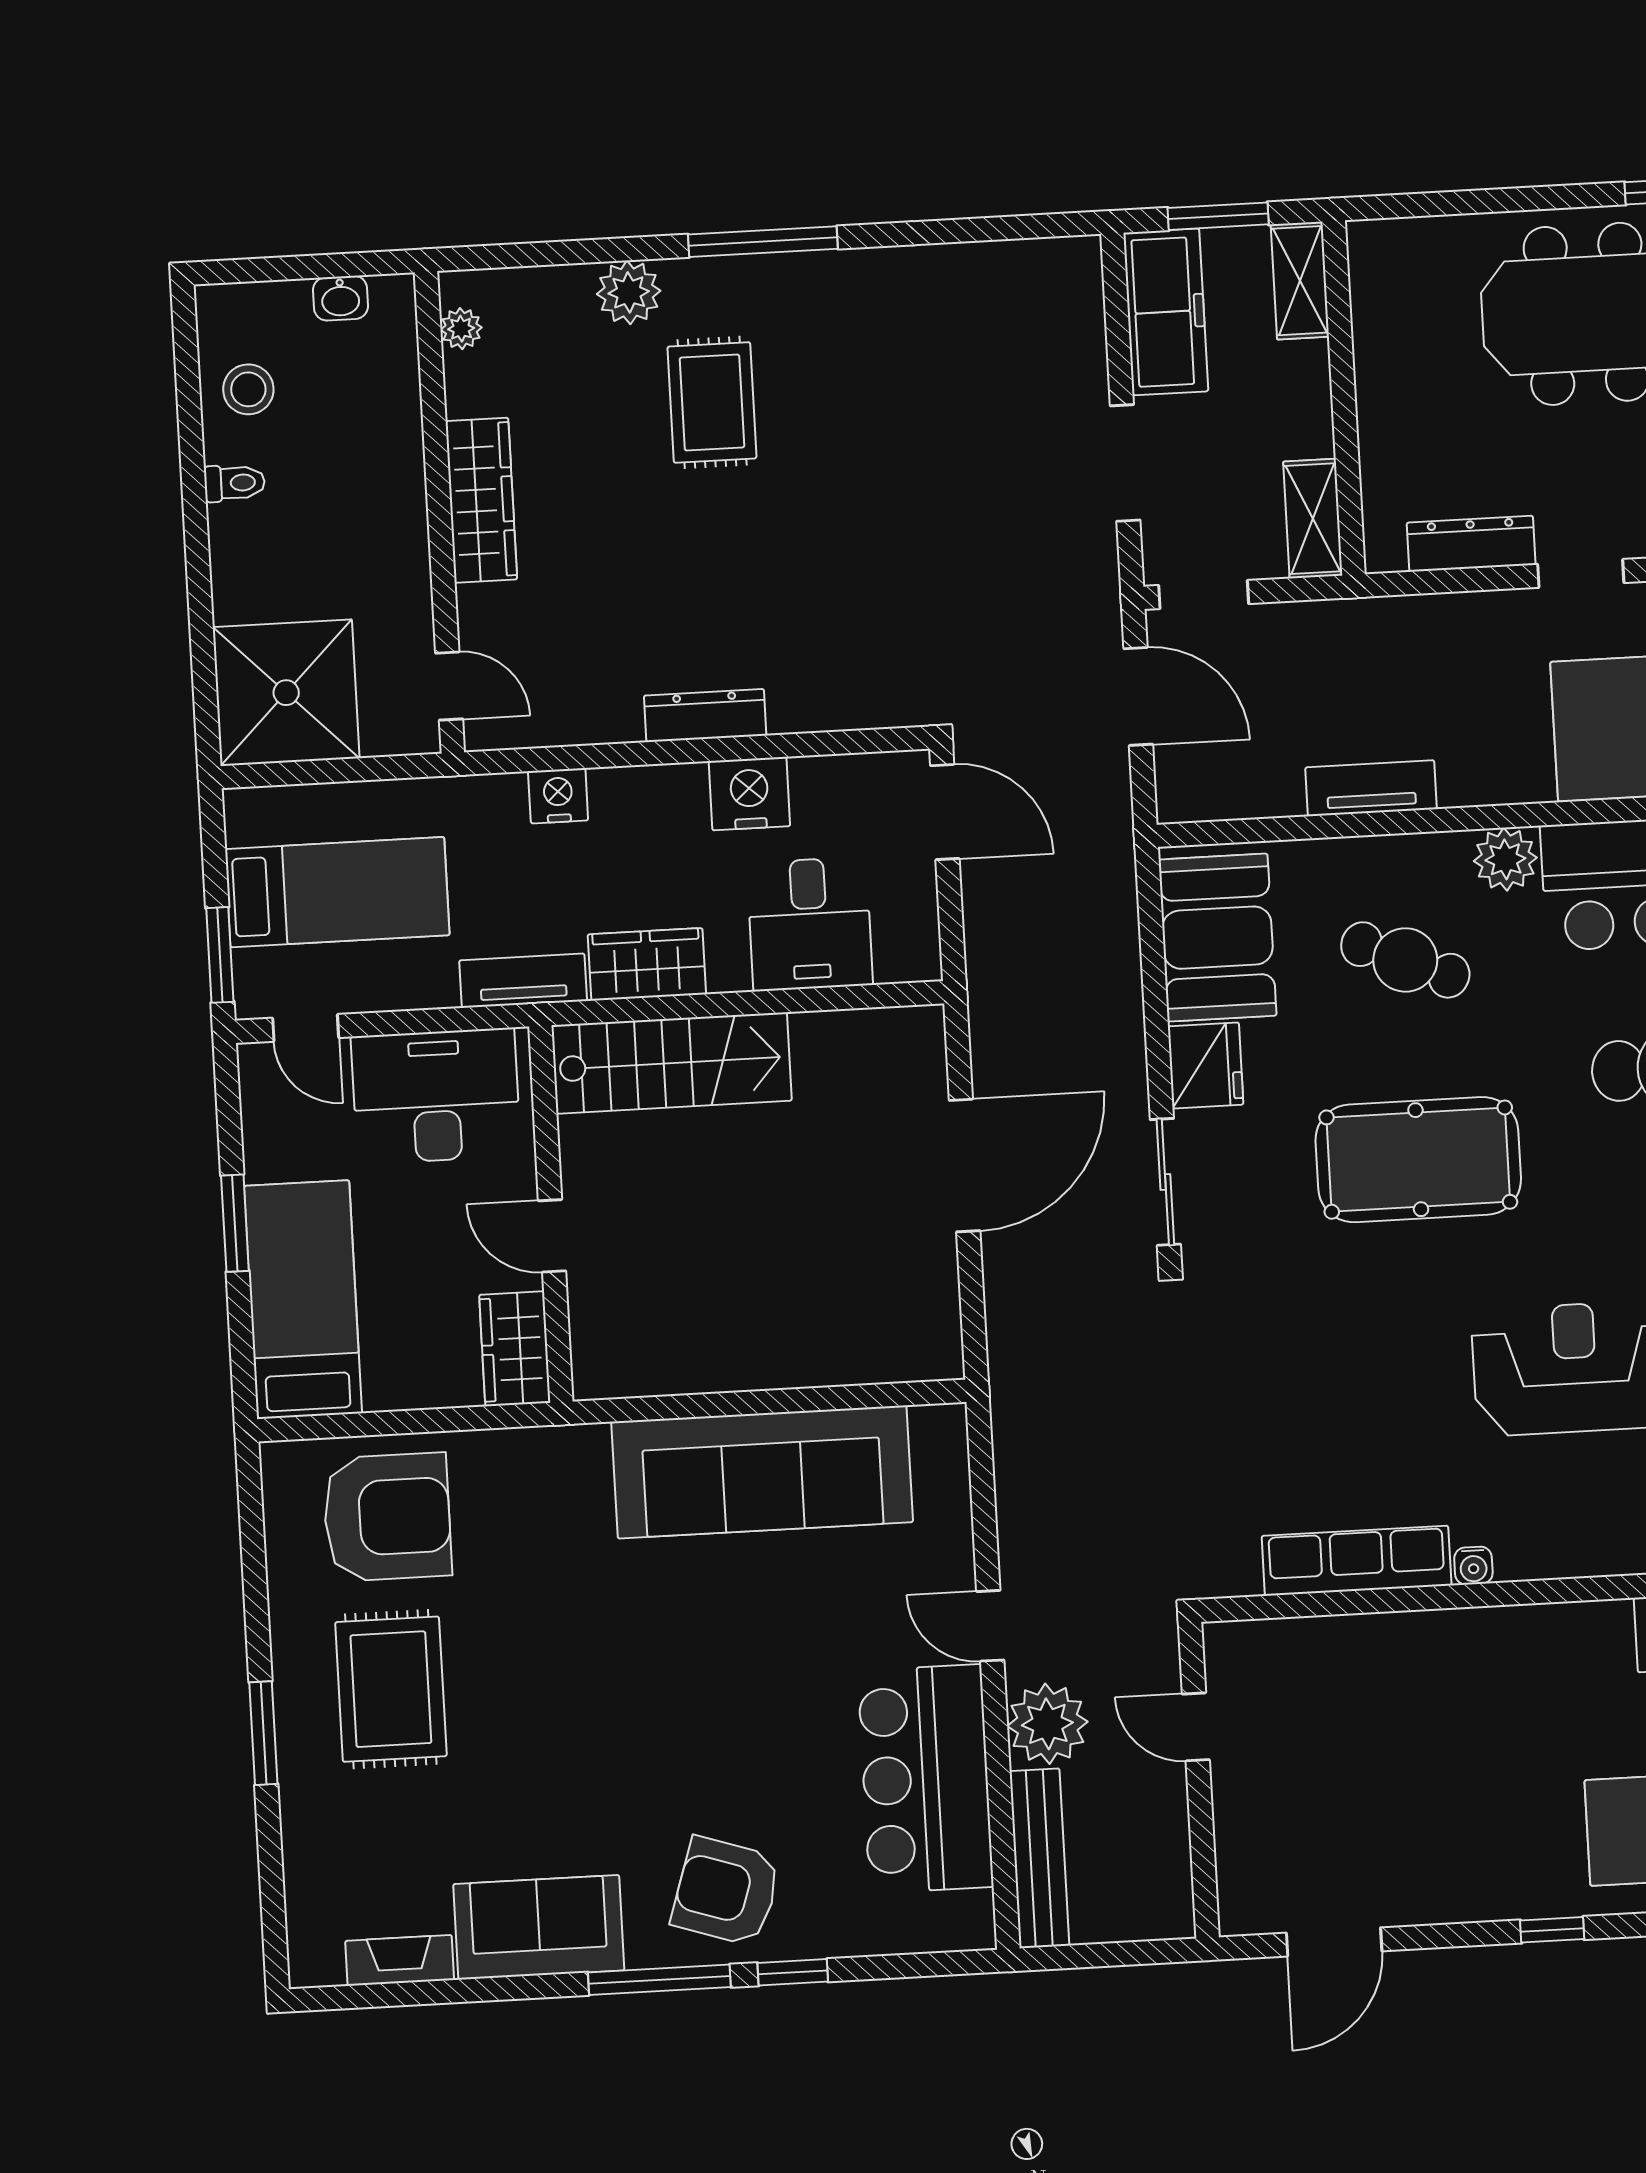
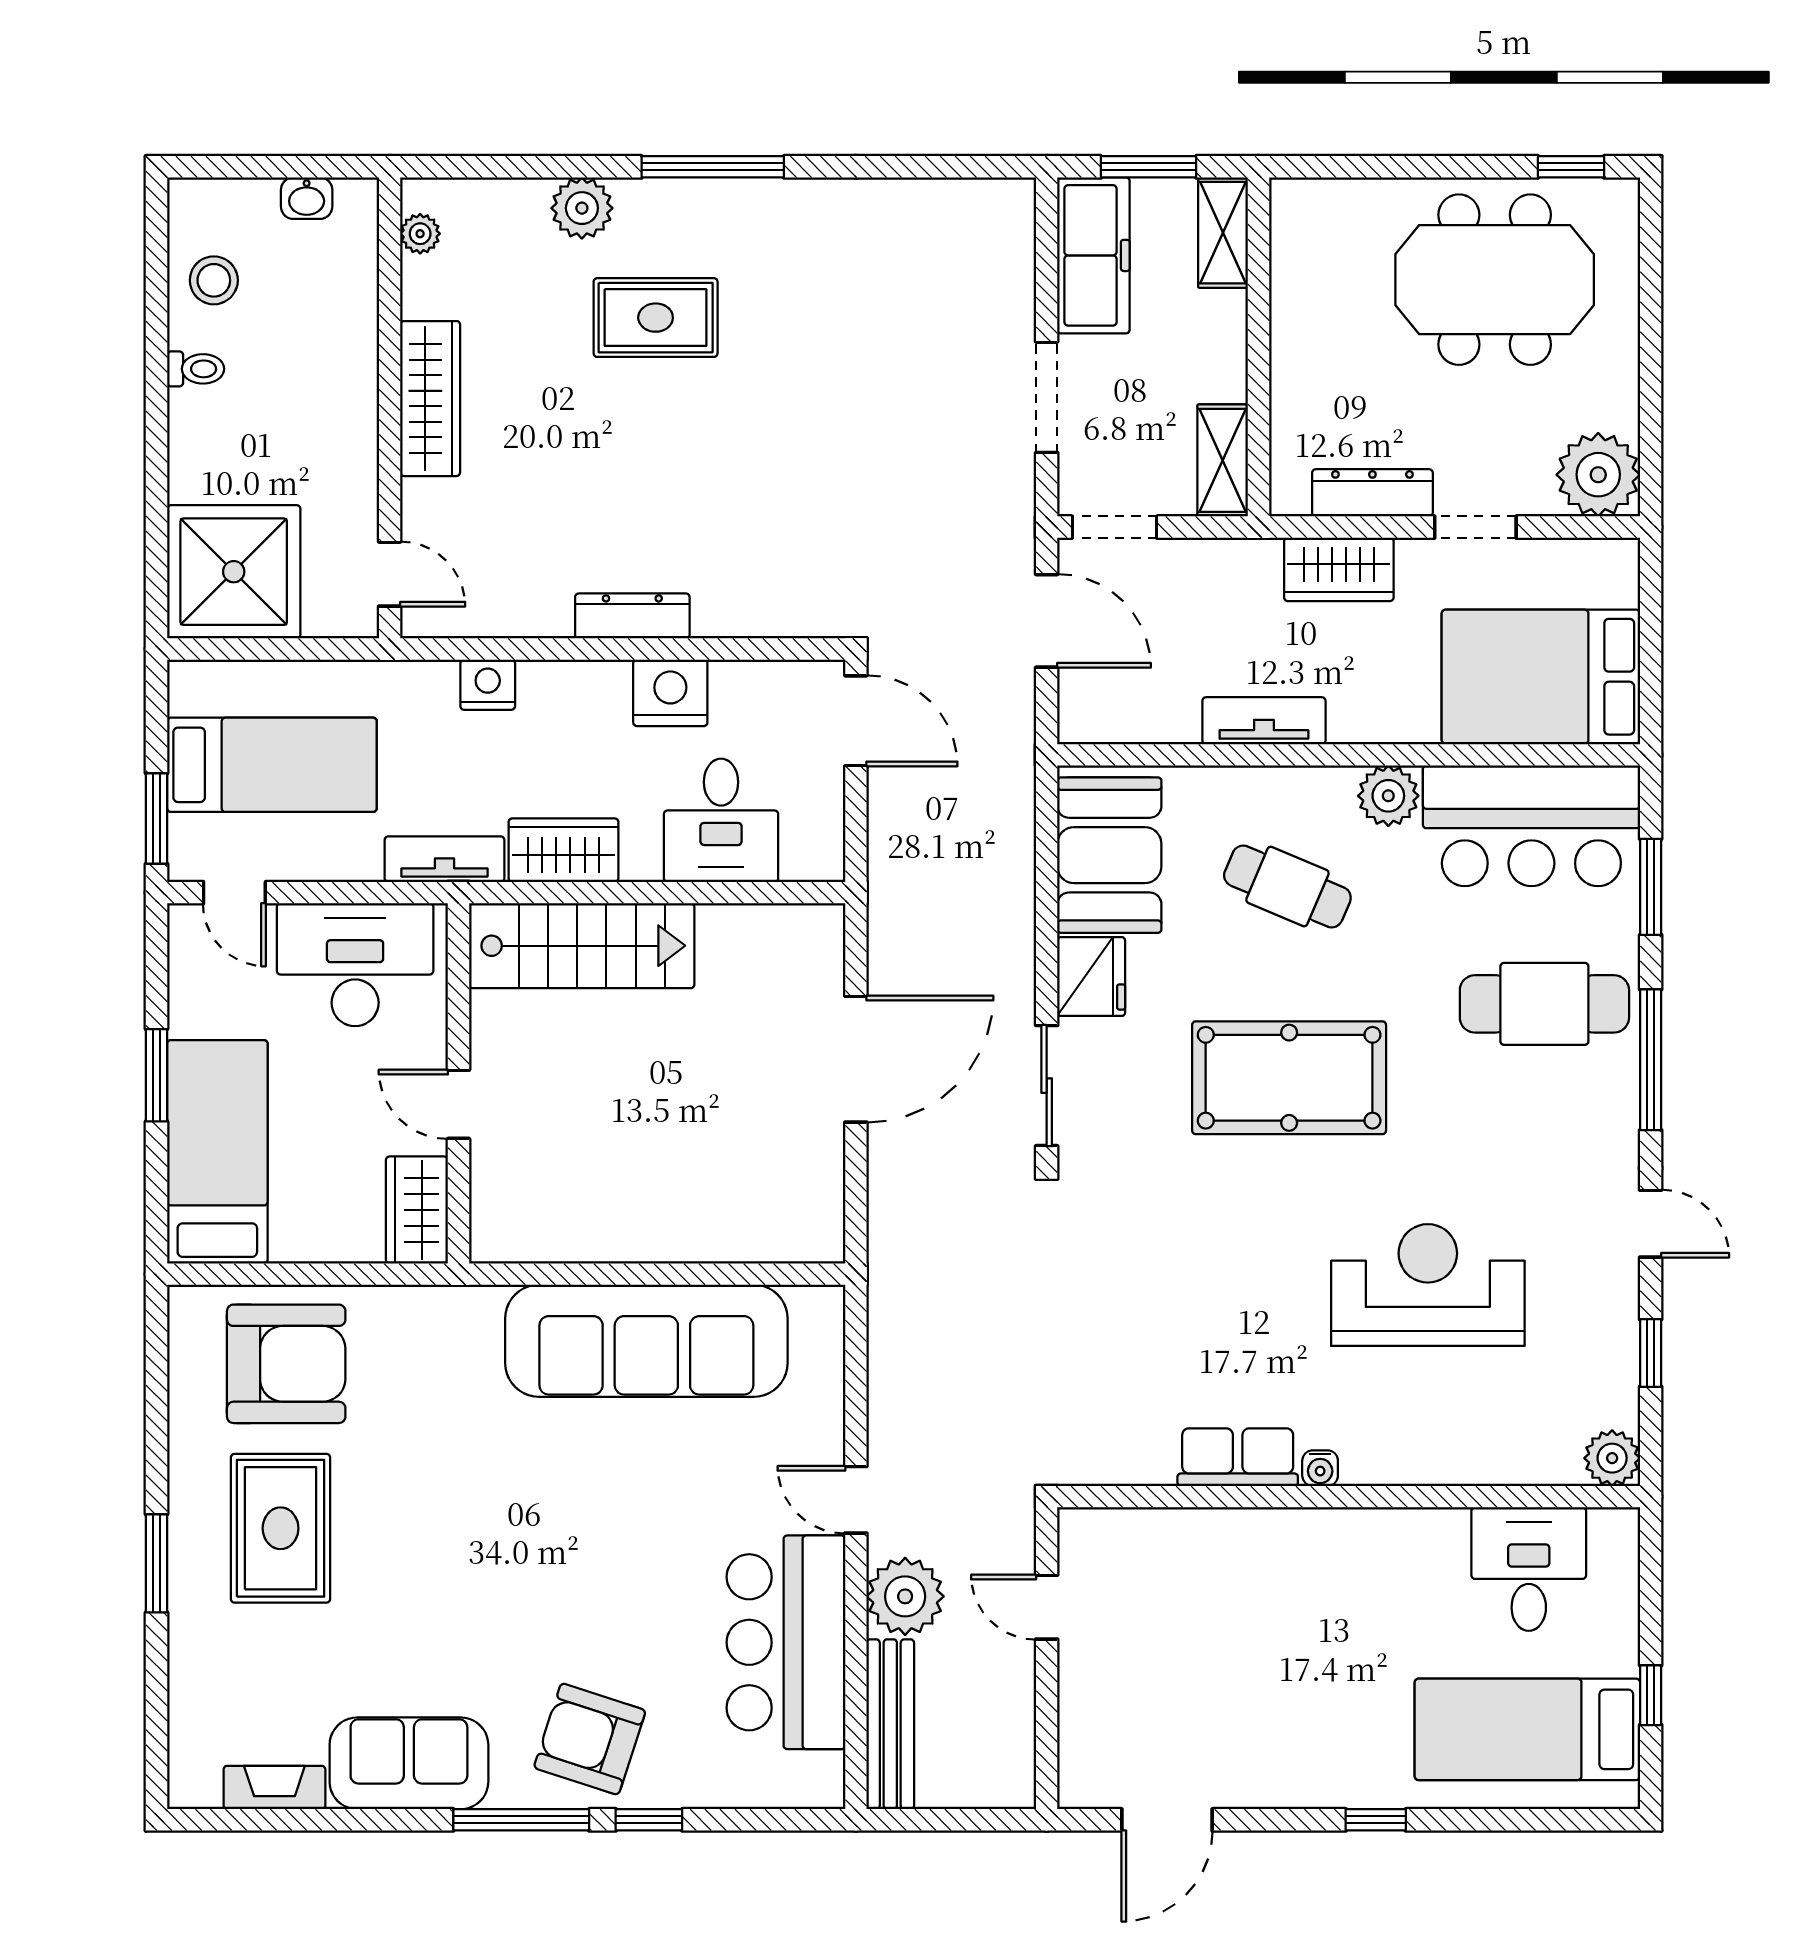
rug: (712, 402) -> (656, 318), turned 90
wardrobe: (1441, 626) -> (1339, 569), added
row of seats: (1357, 1561) -> (1238, 1457), width x0.68

